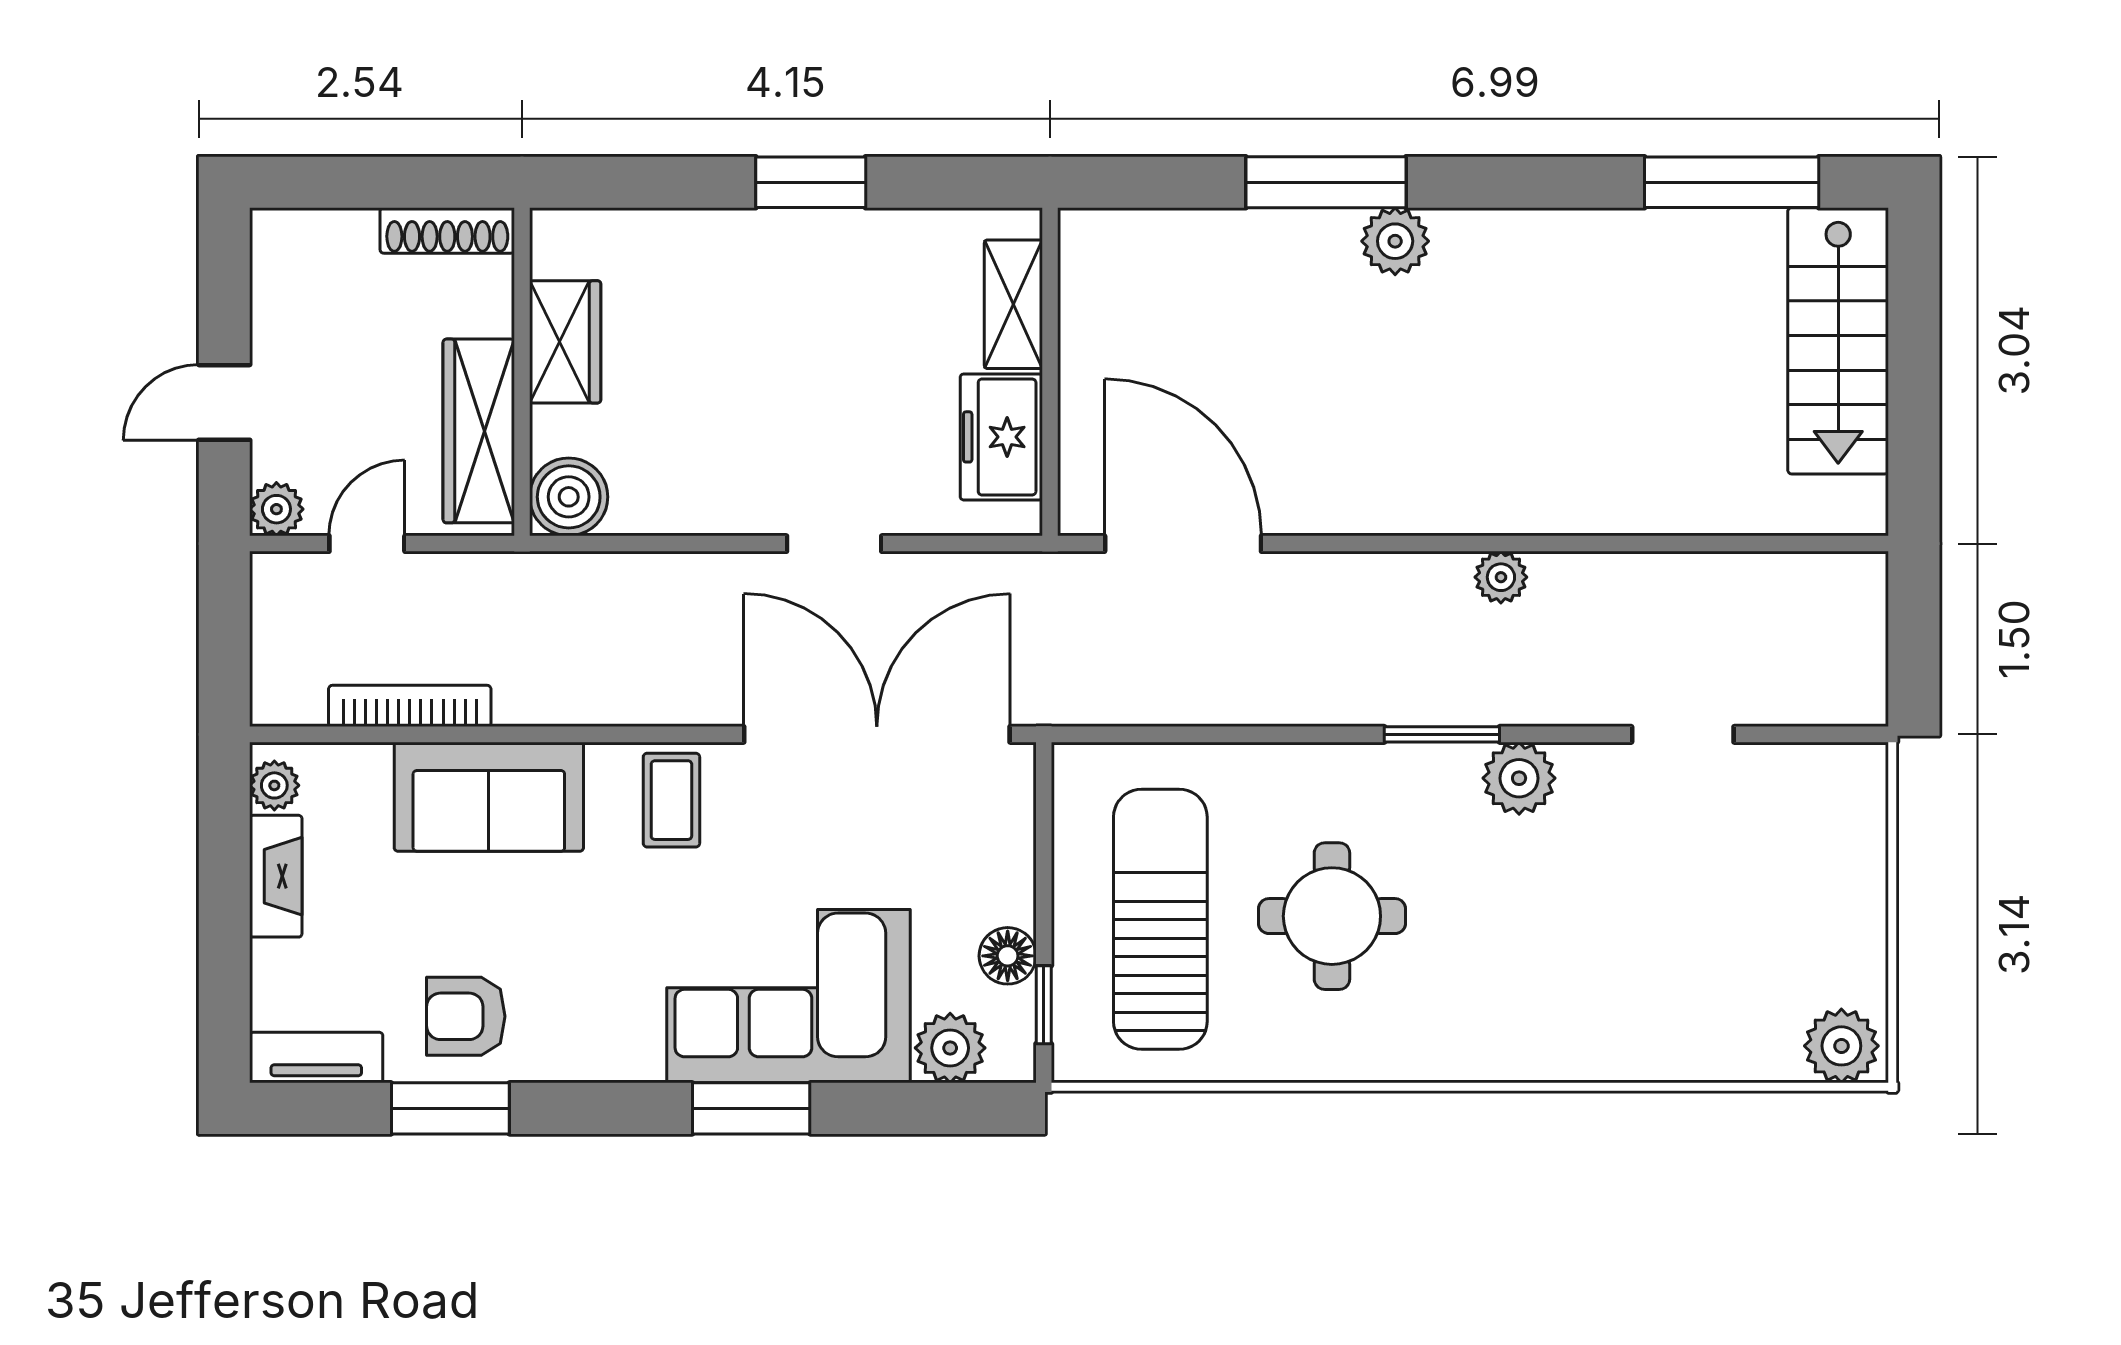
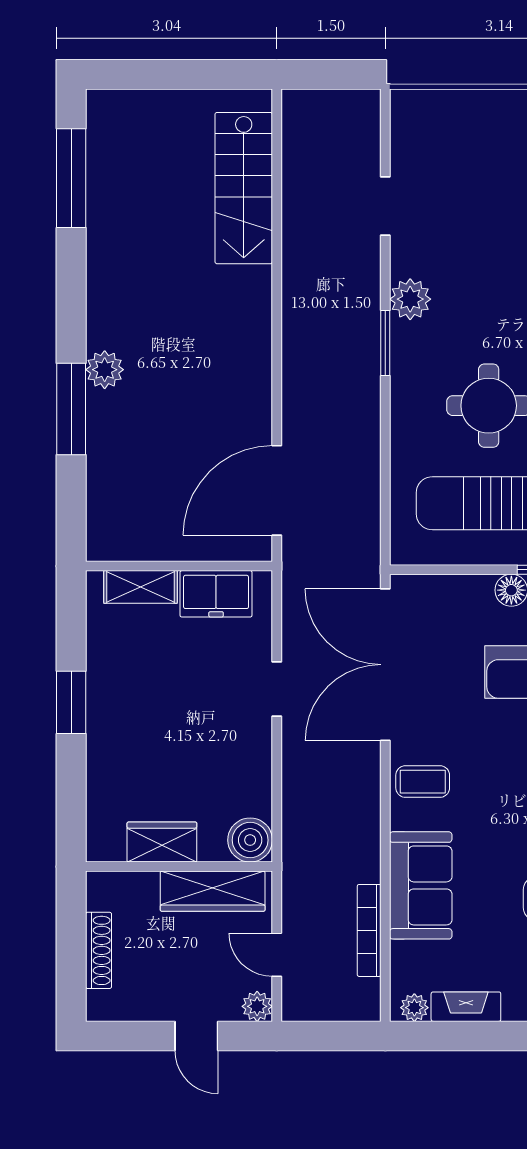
shoe rack: (447, 230) -> (99, 950), moved
stairs: (1838, 341) -> (244, 188), moved, turned 90
plant: (1501, 577) -> (296, 309), removed

